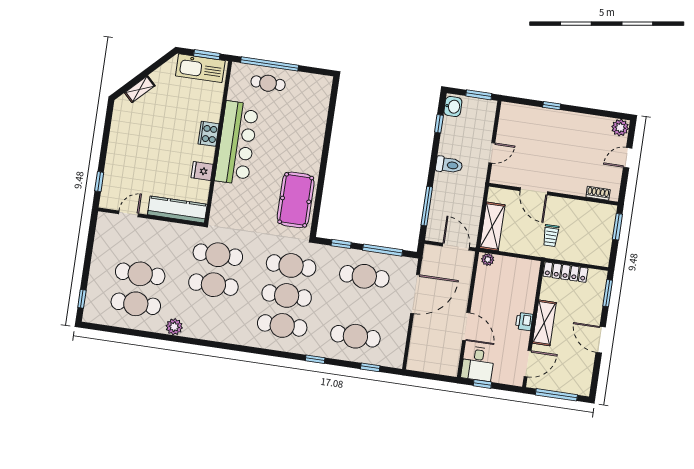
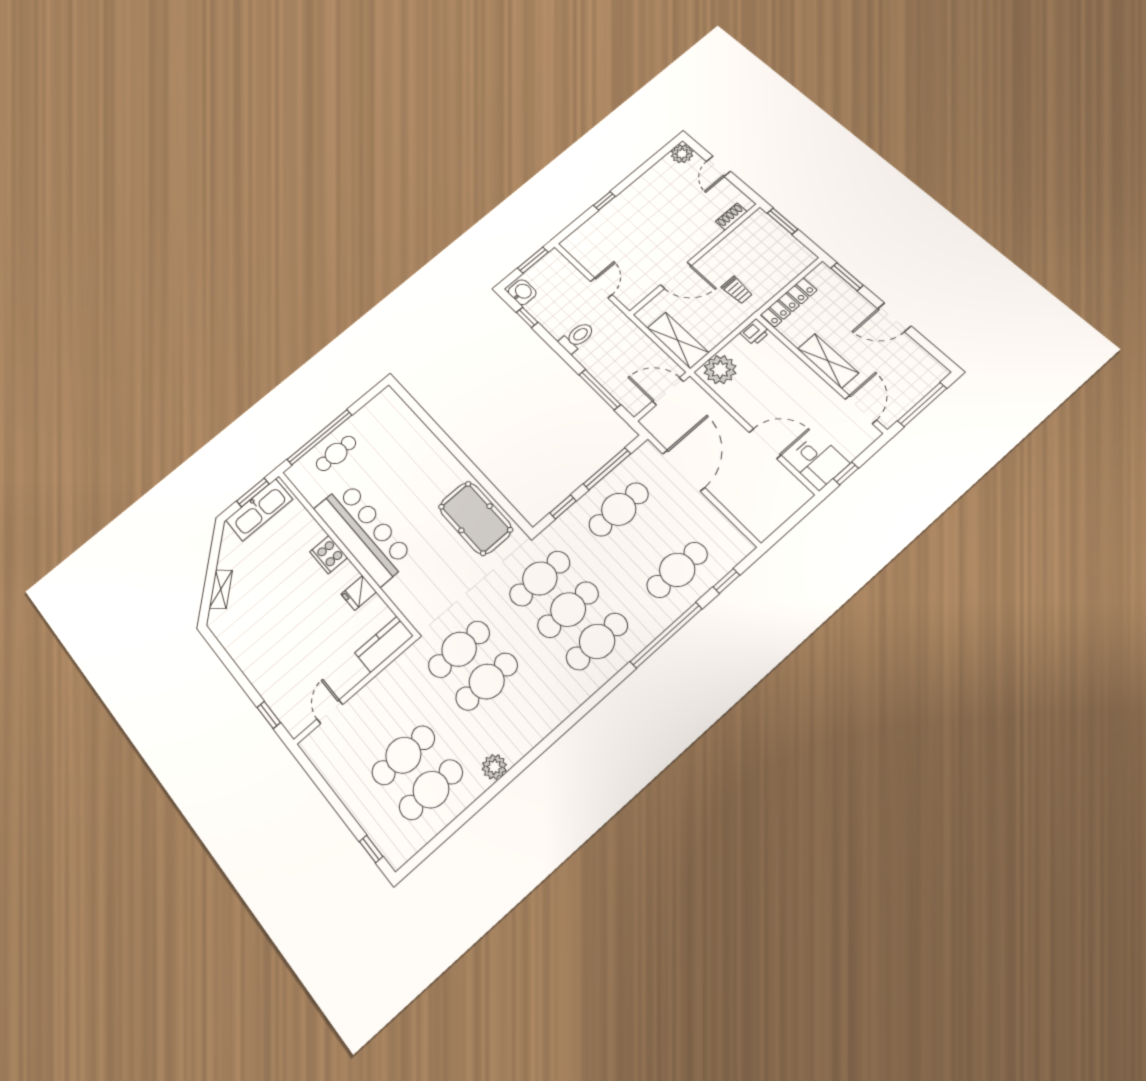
kitchen counter: (177, 209) -> (384, 644), width x0.67
plant: (488, 260) -> (720, 370), width x1.87, depth x1.87
printer: (524, 321) -> (755, 332), moved, turned -90
window: (315, 359) -> (666, 635), width x3.17

